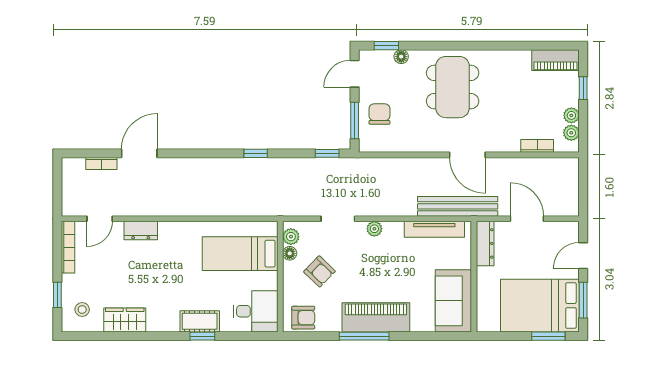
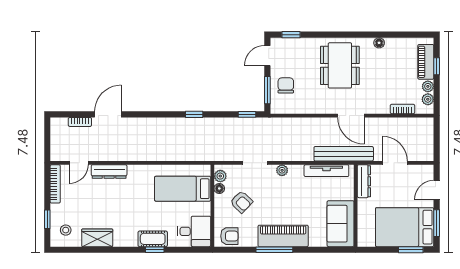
floor lamp: (401, 57) -> (379, 43), moved
piano: (555, 60) -> (426, 62), moved, turned 90
dresser: (141, 230) -> (109, 172), width x1.44

